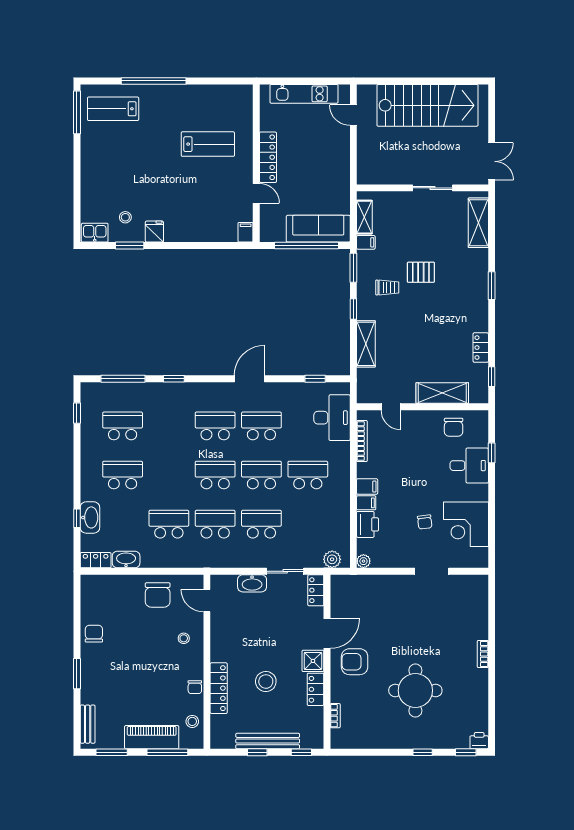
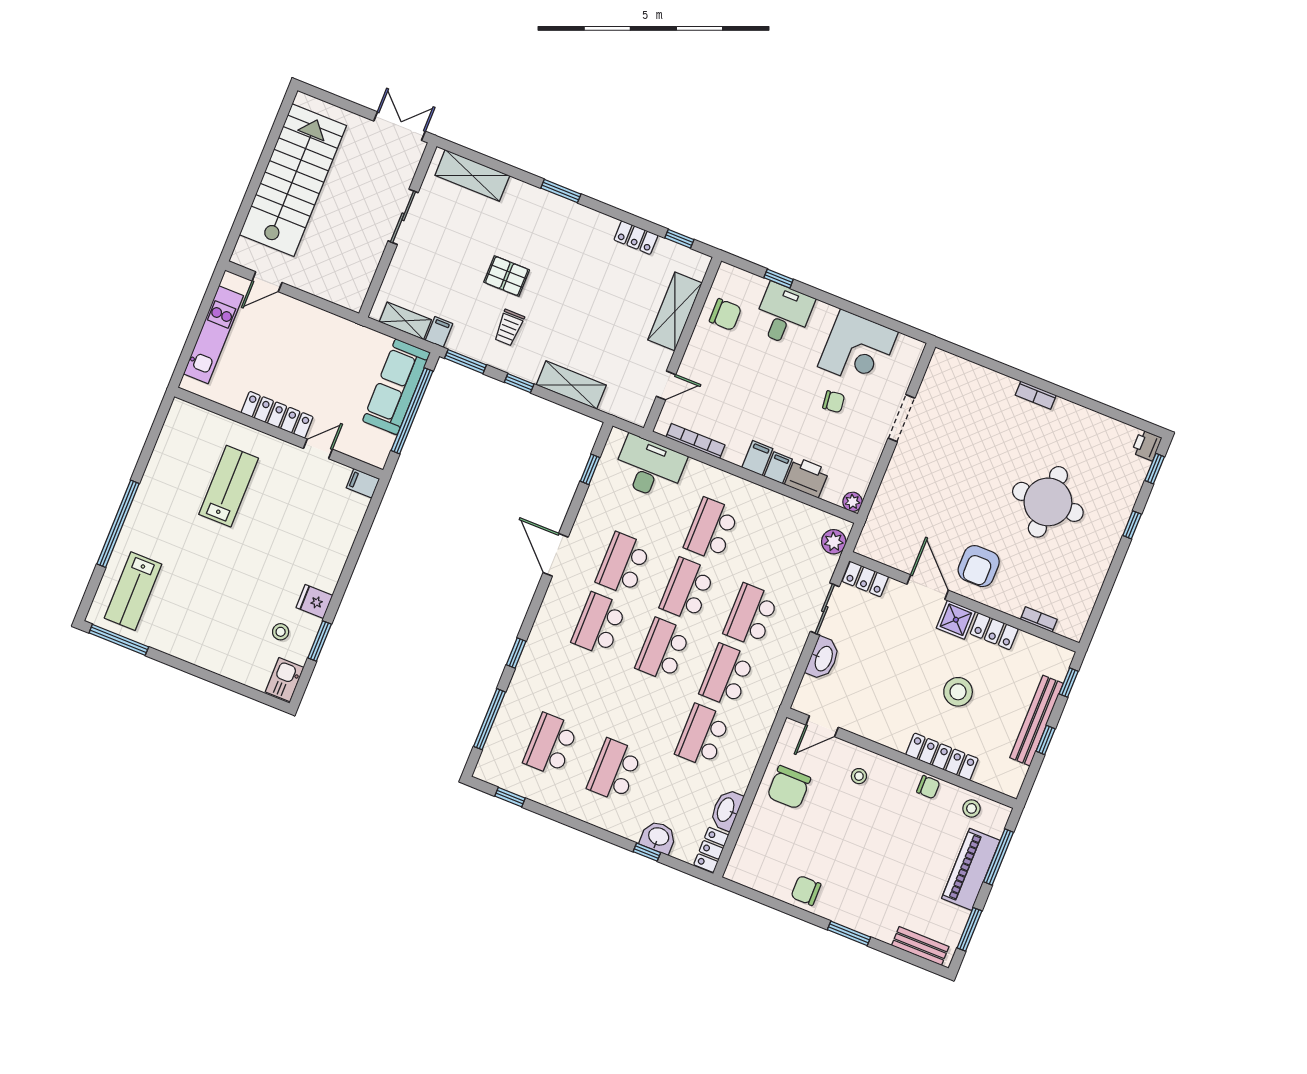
pallet: (421, 272) -> (507, 276), turned 90
trolley: (387, 287) -> (509, 328), turned 180
washbasin: (90, 517) -> (658, 837), width x0.72
chair: (158, 595) -> (789, 787), turned 90

